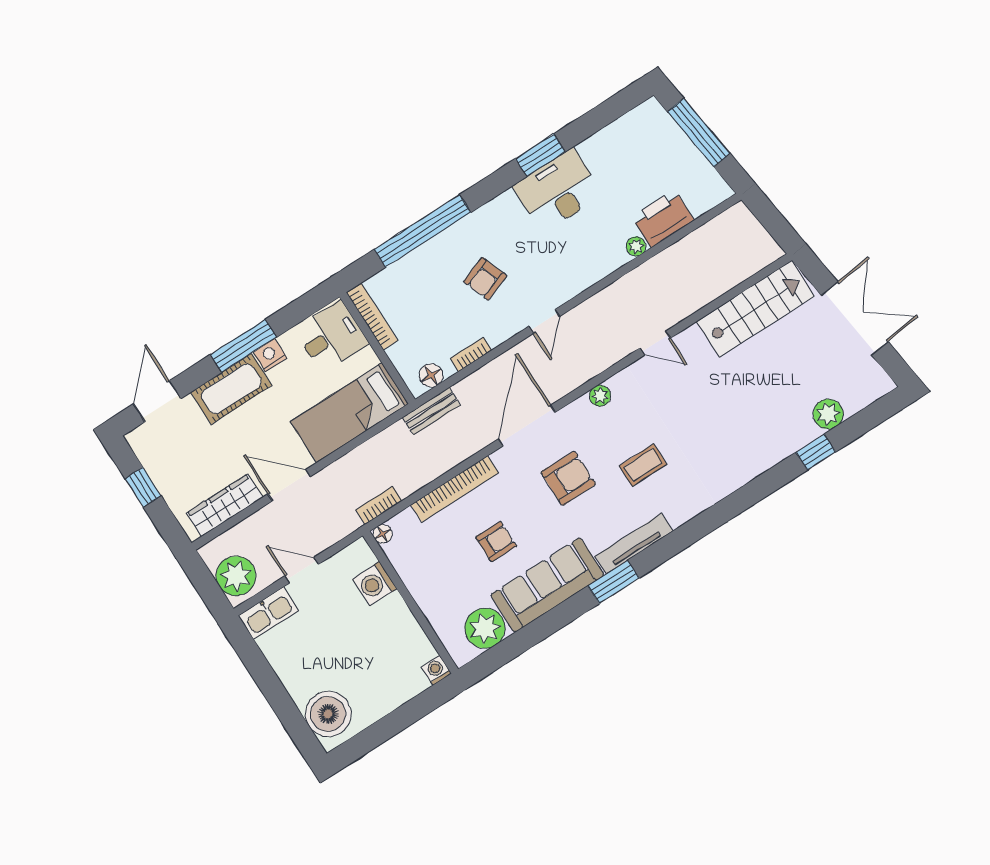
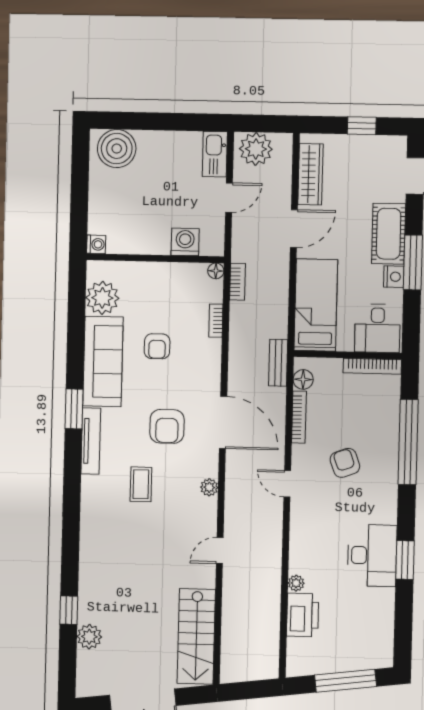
bookcase: (471, 354) -> (299, 417), width x1.56
bookcase: (455, 489) -> (216, 321), width x0.43, depth x0.76

